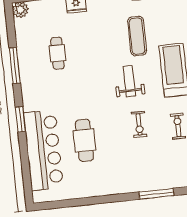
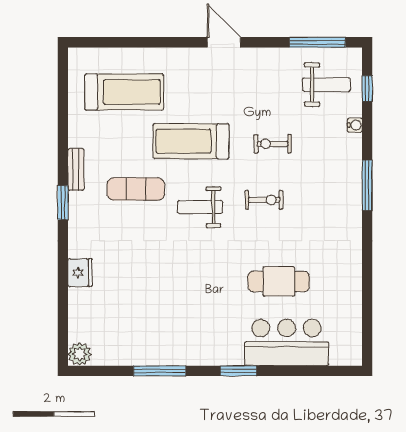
cafe table: (58, 53) -> (148, 307), removed
bar counter: (43, 150) -> (287, 342), width x0.73

